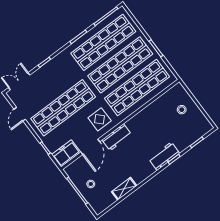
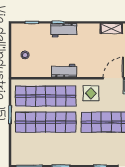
shop shelf: (103, 42) -> (46, 148), removed
workbench: (117, 137) -> (64, 71), moved

